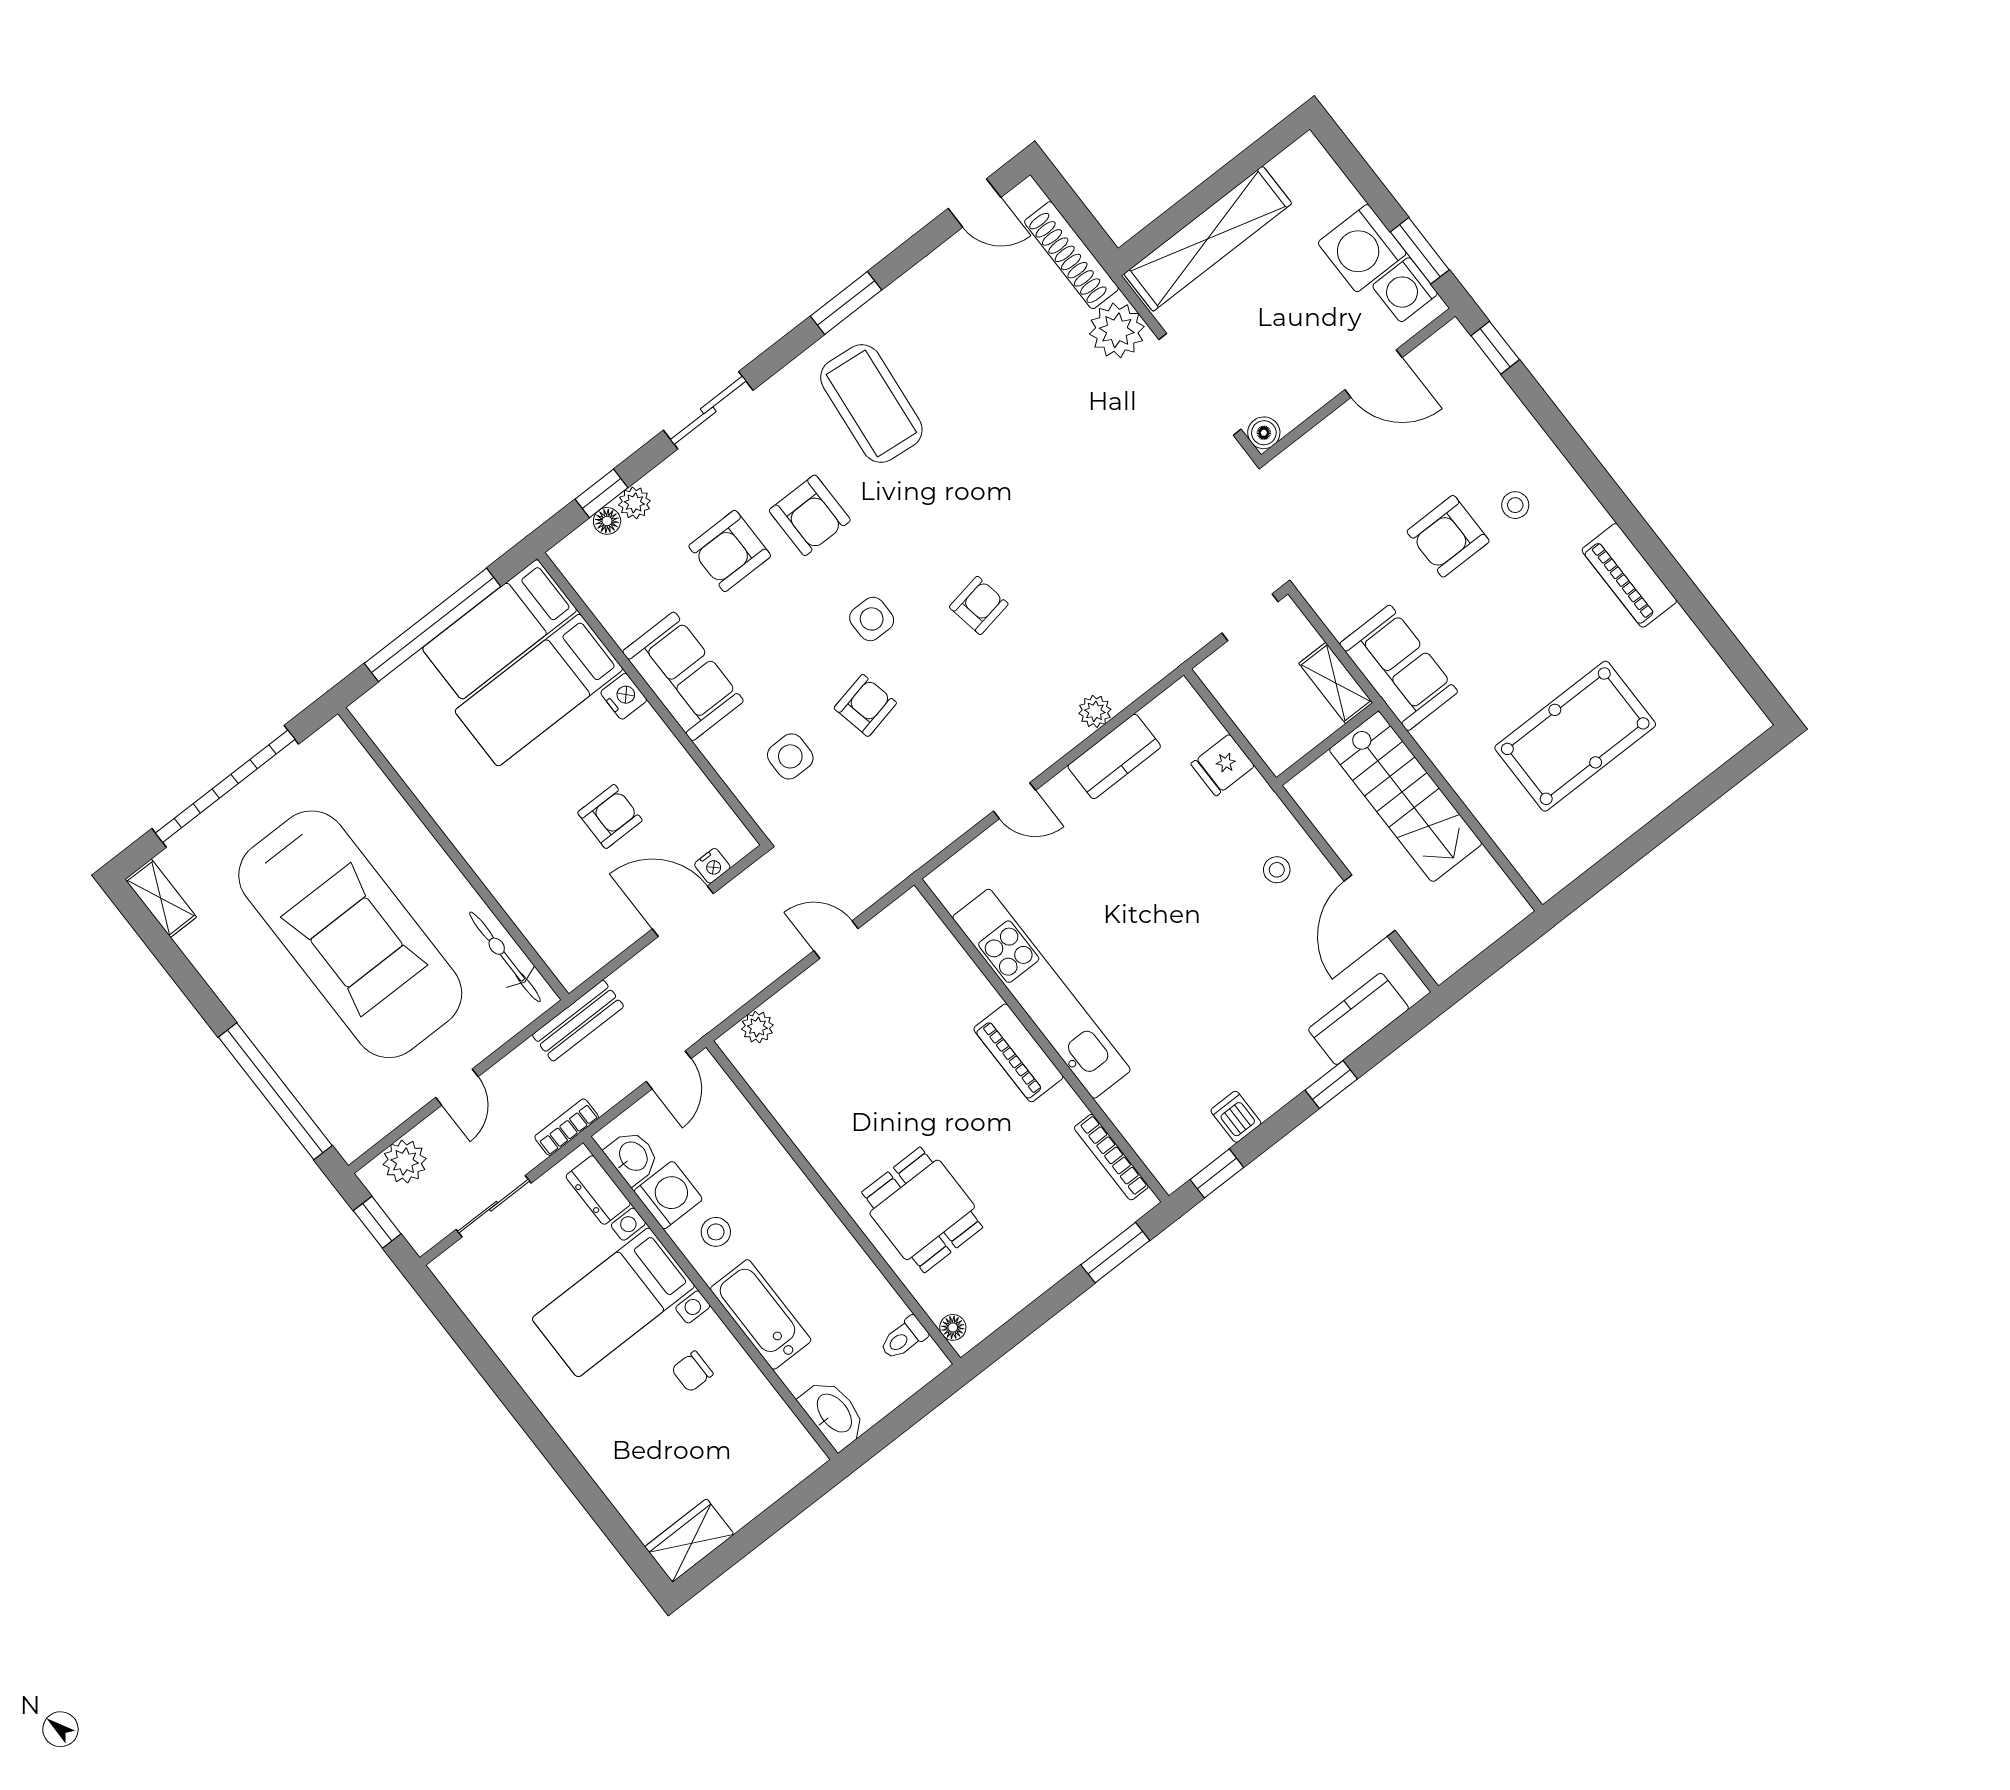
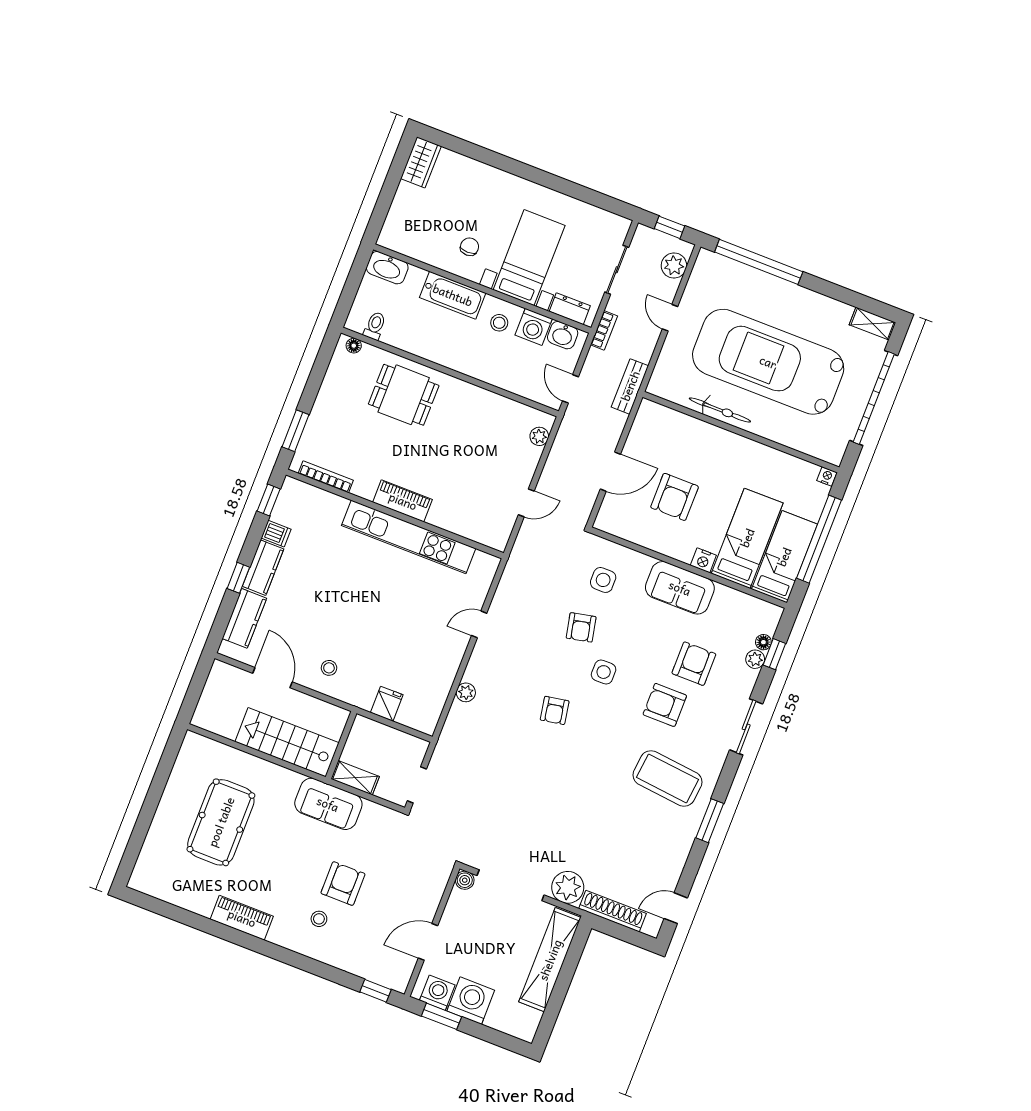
kitchen counter: (1114, 756) -> (263, 568), moved, turned 180
armchair: (610, 816) -> (675, 497), width x1.38, depth x1.38
nightstand: (712, 866) -> (827, 476), moved, turned 90
bicycle: (505, 957) -> (720, 410), moved

